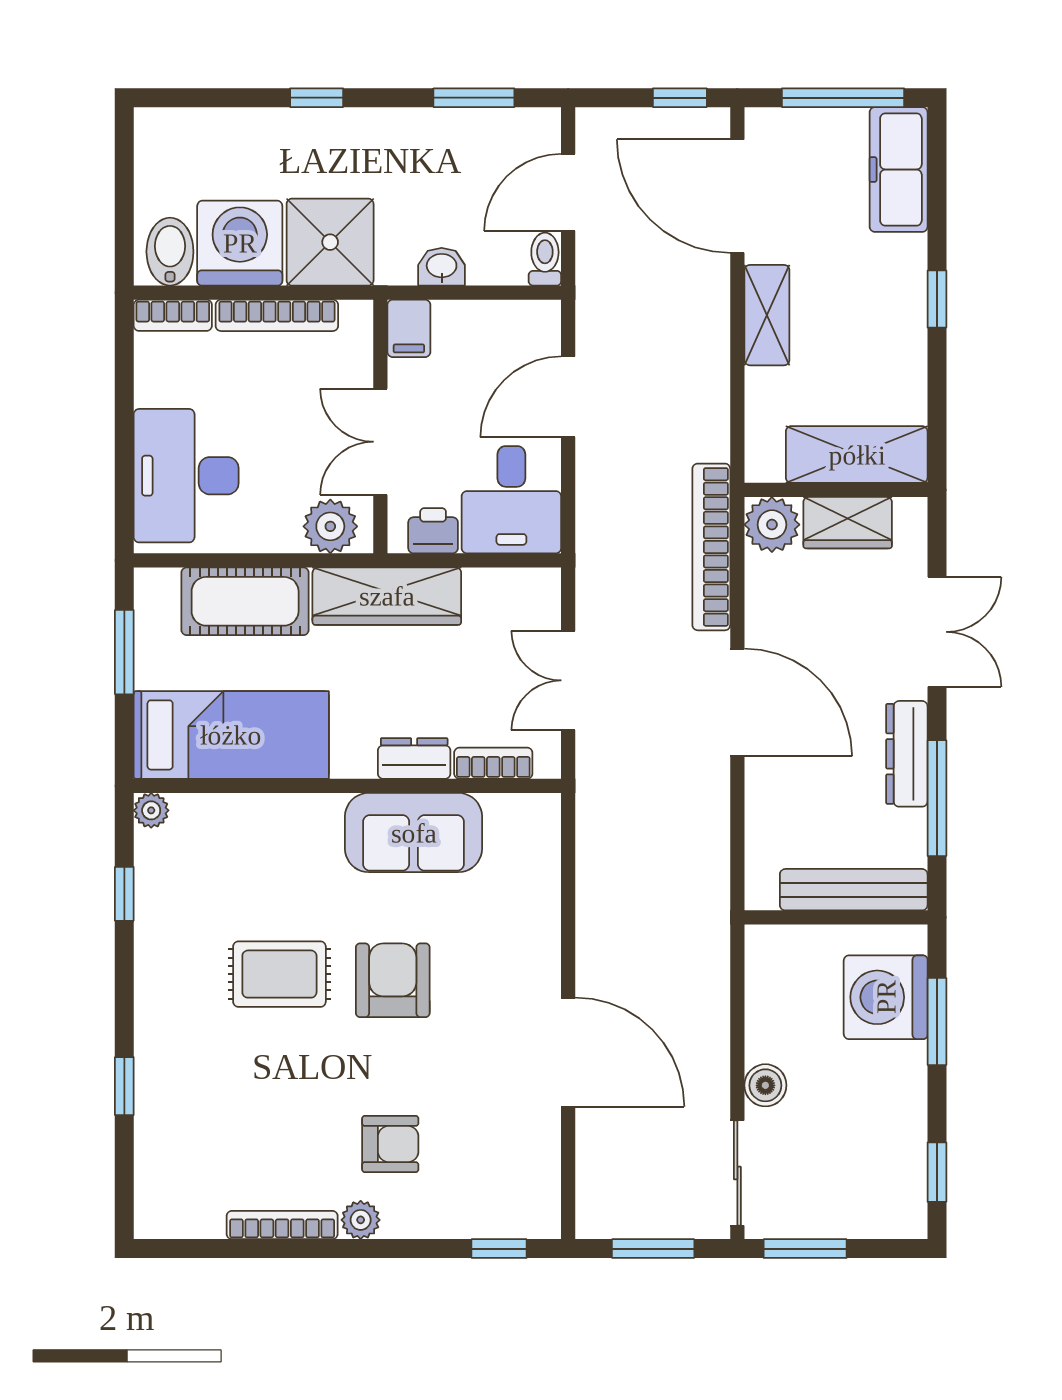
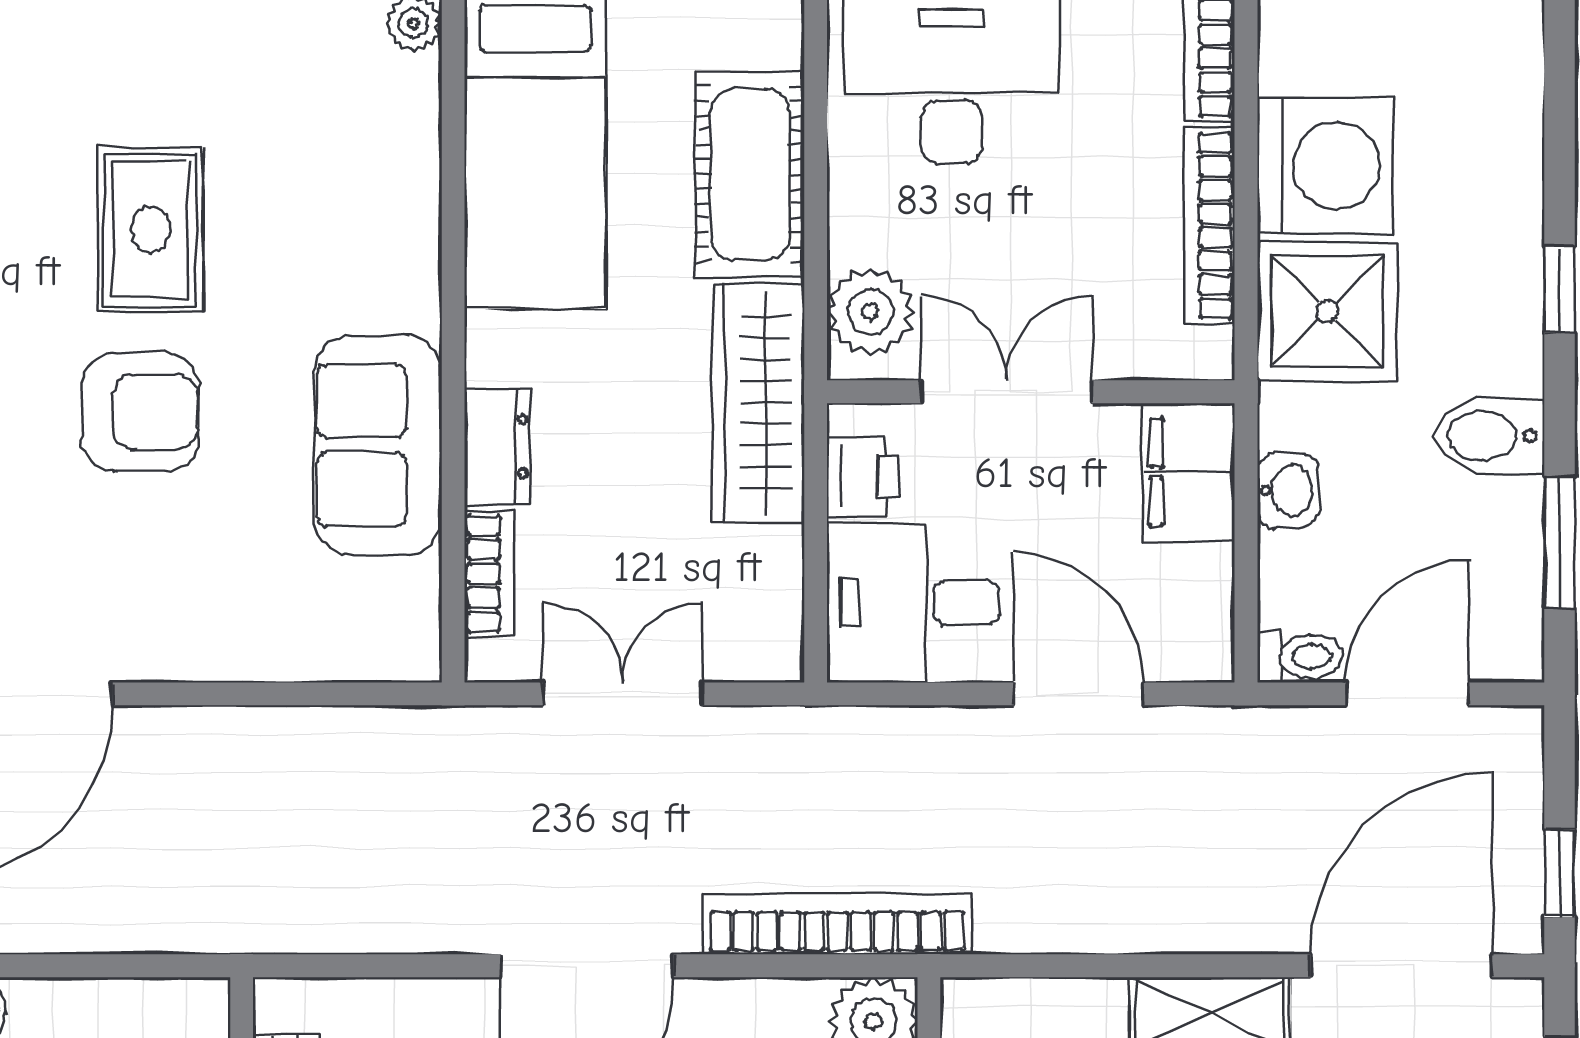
door: (568, 192) -> (1407, 694), hinge flipped
bidet: (170, 252) -> (1490, 436), moved, turned 180
filing cabinet: (409, 328) -> (1189, 472), width x2.00

